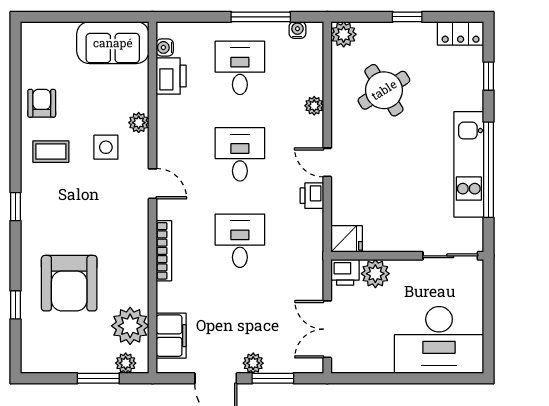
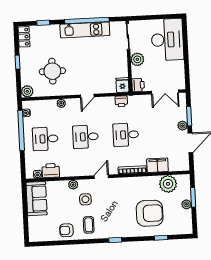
window: (261, 17) -> (21, 130), width x1.46
round table: (384, 90) -> (52, 71), turned 32
printer: (312, 196) -> (121, 101), moved
plant: (375, 274) -> (137, 59), moved
filing cabinet: (171, 336) -> (157, 165), moved
plant: (126, 363) -> (186, 204), moved

